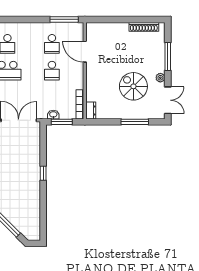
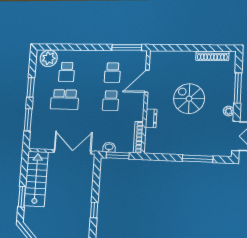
door: (85, 52) -> (147, 81), hinge flipped
spiral stairs: (133, 86) -> (189, 99), moved
dresser: (91, 110) -> (151, 118), moved

